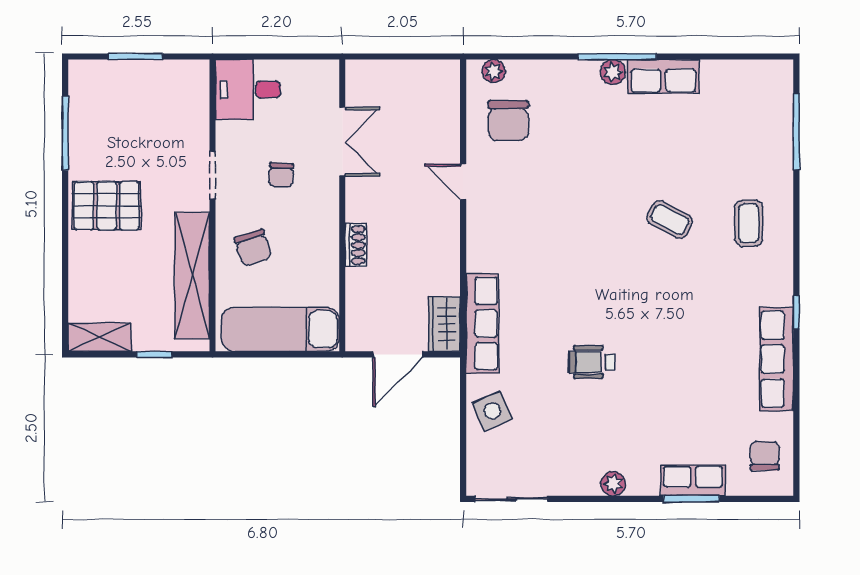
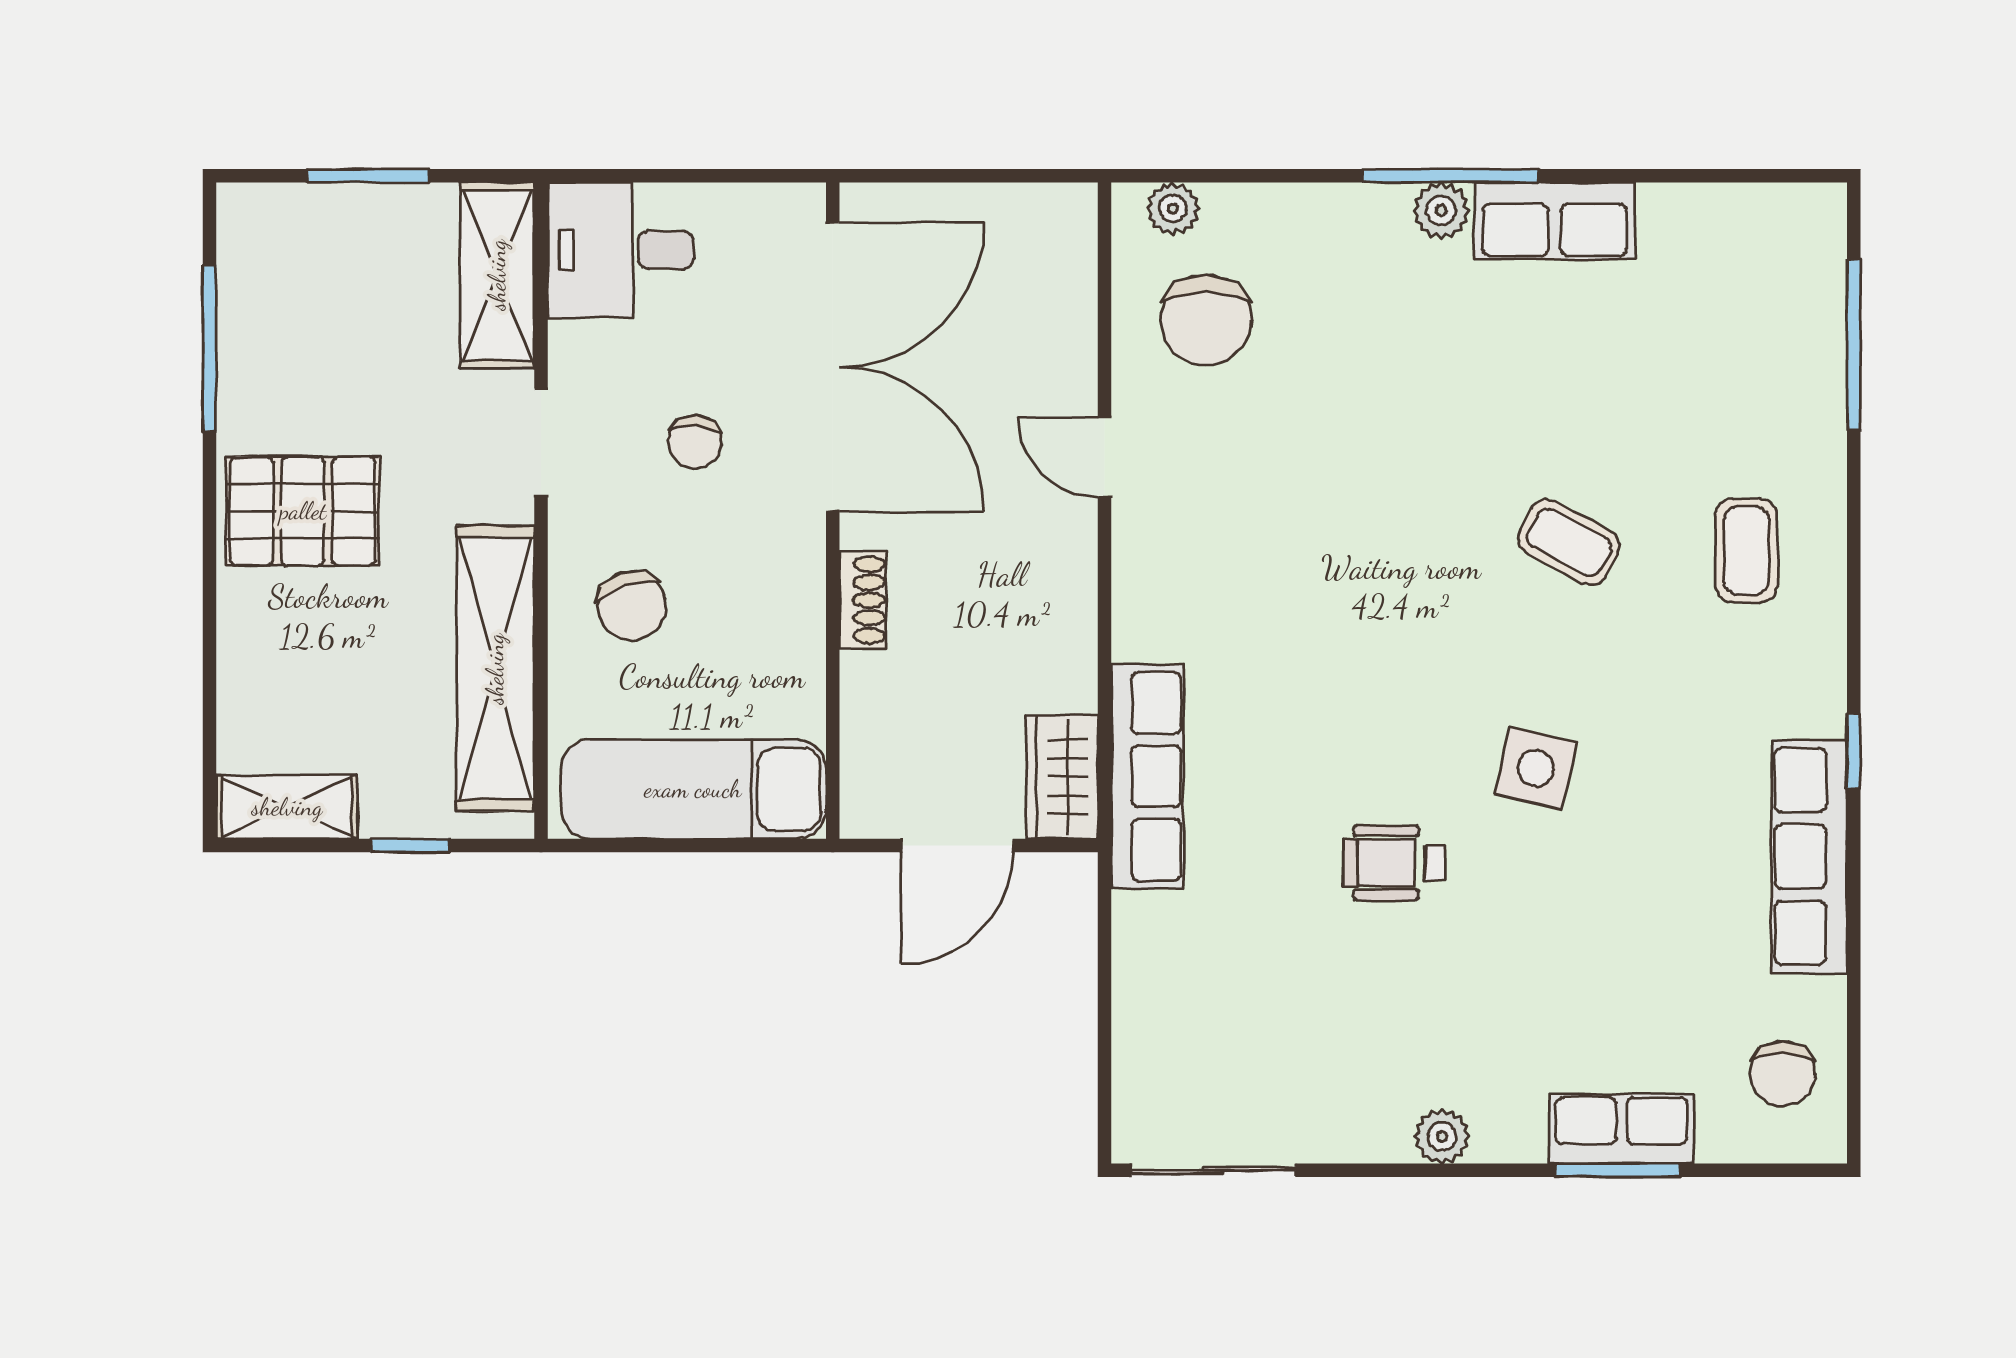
shelving: (193, 101) -> (497, 275), added
double door: (342, 142) -> (833, 367), width x1.87
side table: (492, 411) -> (1536, 768), moved, turned 36
chair: (765, 456) -> (1783, 1074), turned 180

